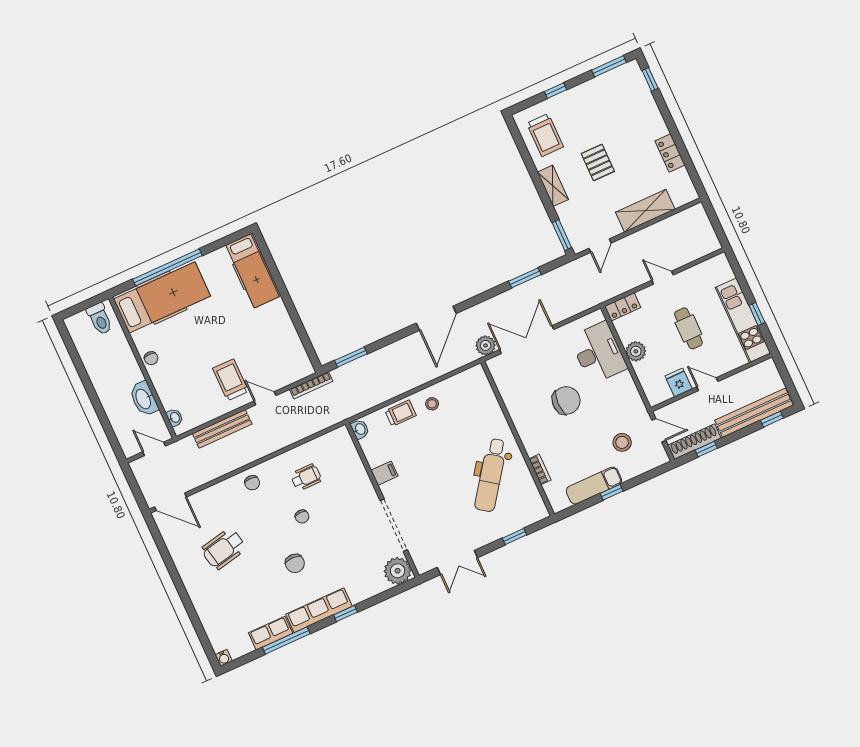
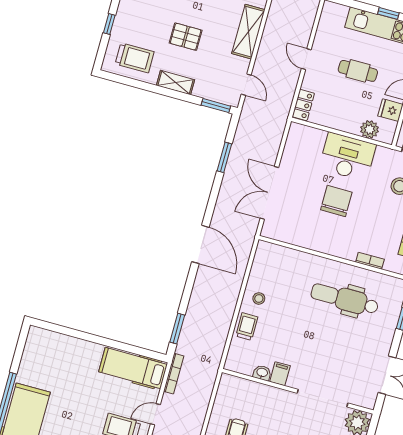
hospital bed: (253, 271) -> (133, 368), moved, turned 180
door: (663, 278) -> (306, 59), hinge flipped
plant: (486, 345) -> (249, 226), removed
plant: (636, 351) -> (370, 129), moved
desk: (598, 353) -> (347, 157), moved
washbasin: (360, 429) -> (262, 373), moved
dental chair: (491, 475) -> (345, 299), turned 144

